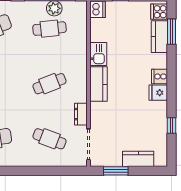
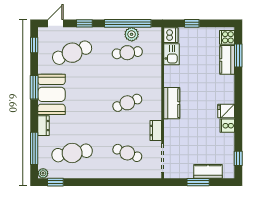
kitchen sink: (98, 54) -> (172, 54), moved
cooker: (159, 76) -> (227, 126), moved
window: (171, 125) -> (238, 158), moved
window: (116, 171) -> (198, 182), moved

